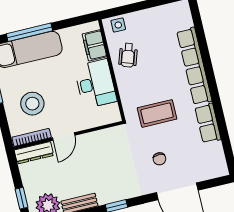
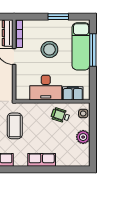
plant: (150, 17) -> (83, 137), added
row of seats: (194, 66) -> (42, 160), width x0.50
stool: (32, 104) -> (49, 50), moved

